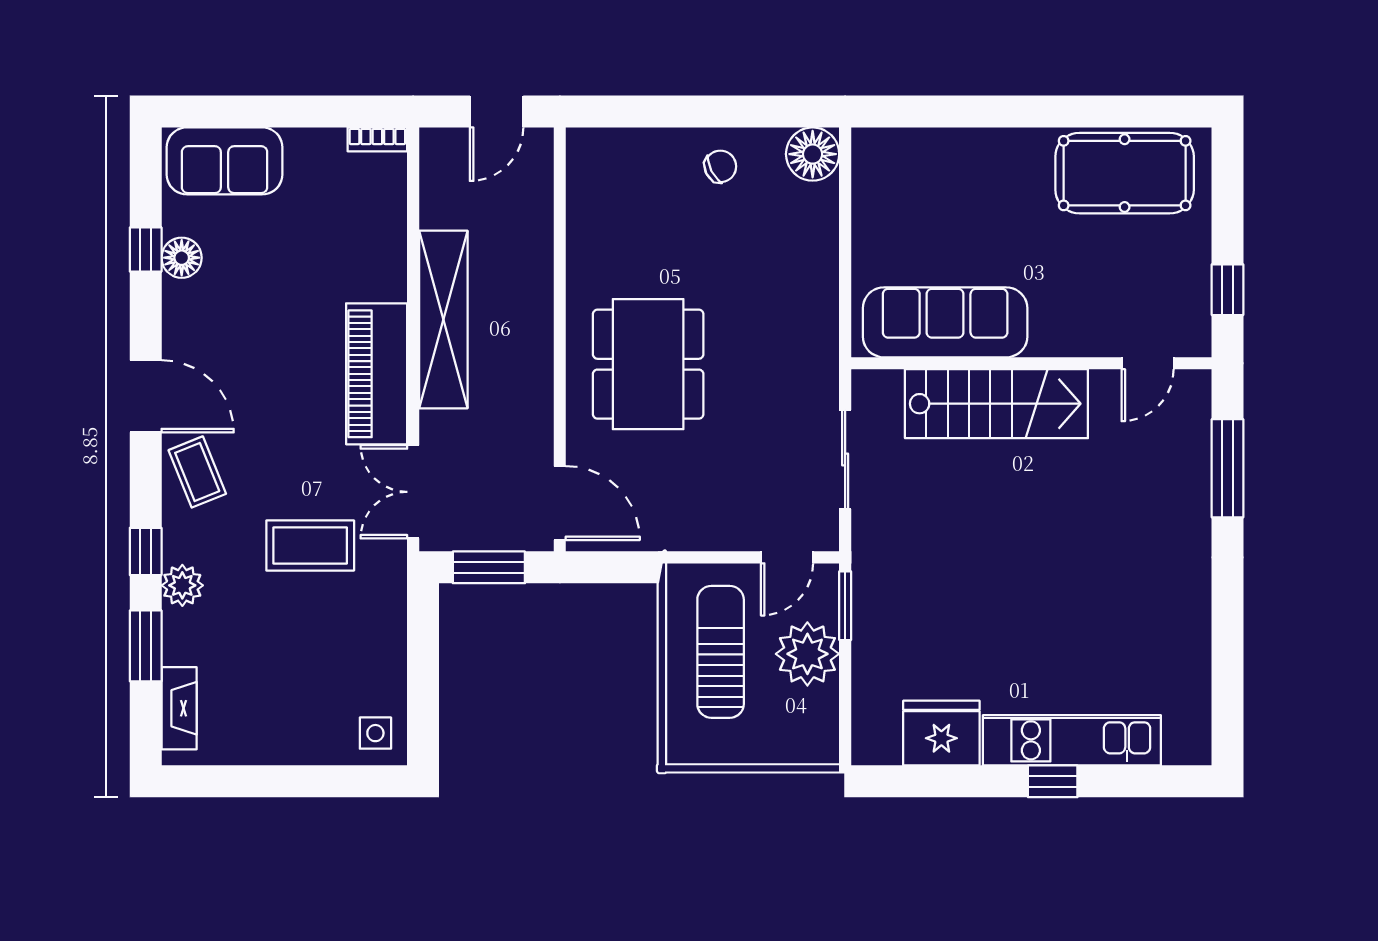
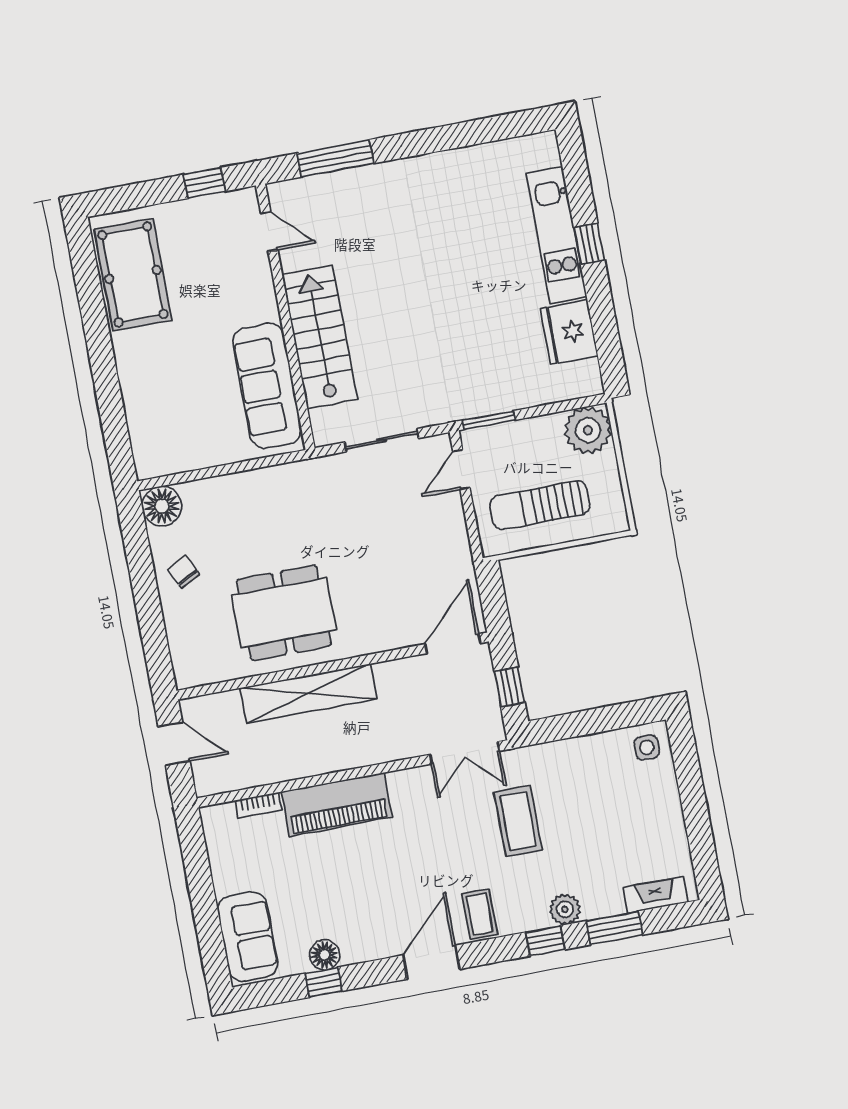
bookcase: (377, 139) -> (258, 805), moved, turned 90
shelving: (443, 319) -> (309, 693), moved
dining table: (648, 364) -> (284, 613), moved
piano: (377, 374) -> (337, 804), moved
coffee table: (197, 472) -> (480, 914), turned -68
door: (787, 557) -> (461, 469), swing flipped
window: (489, 567) -> (510, 687), width x0.67
plant: (807, 654) -> (588, 430), moved

